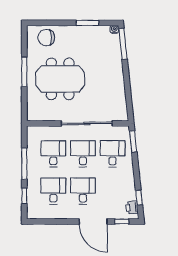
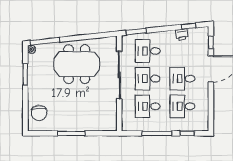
meeting table: (60, 79) -> (77, 64), moved, turned 90
printer: (132, 208) -> (182, 35), moved

